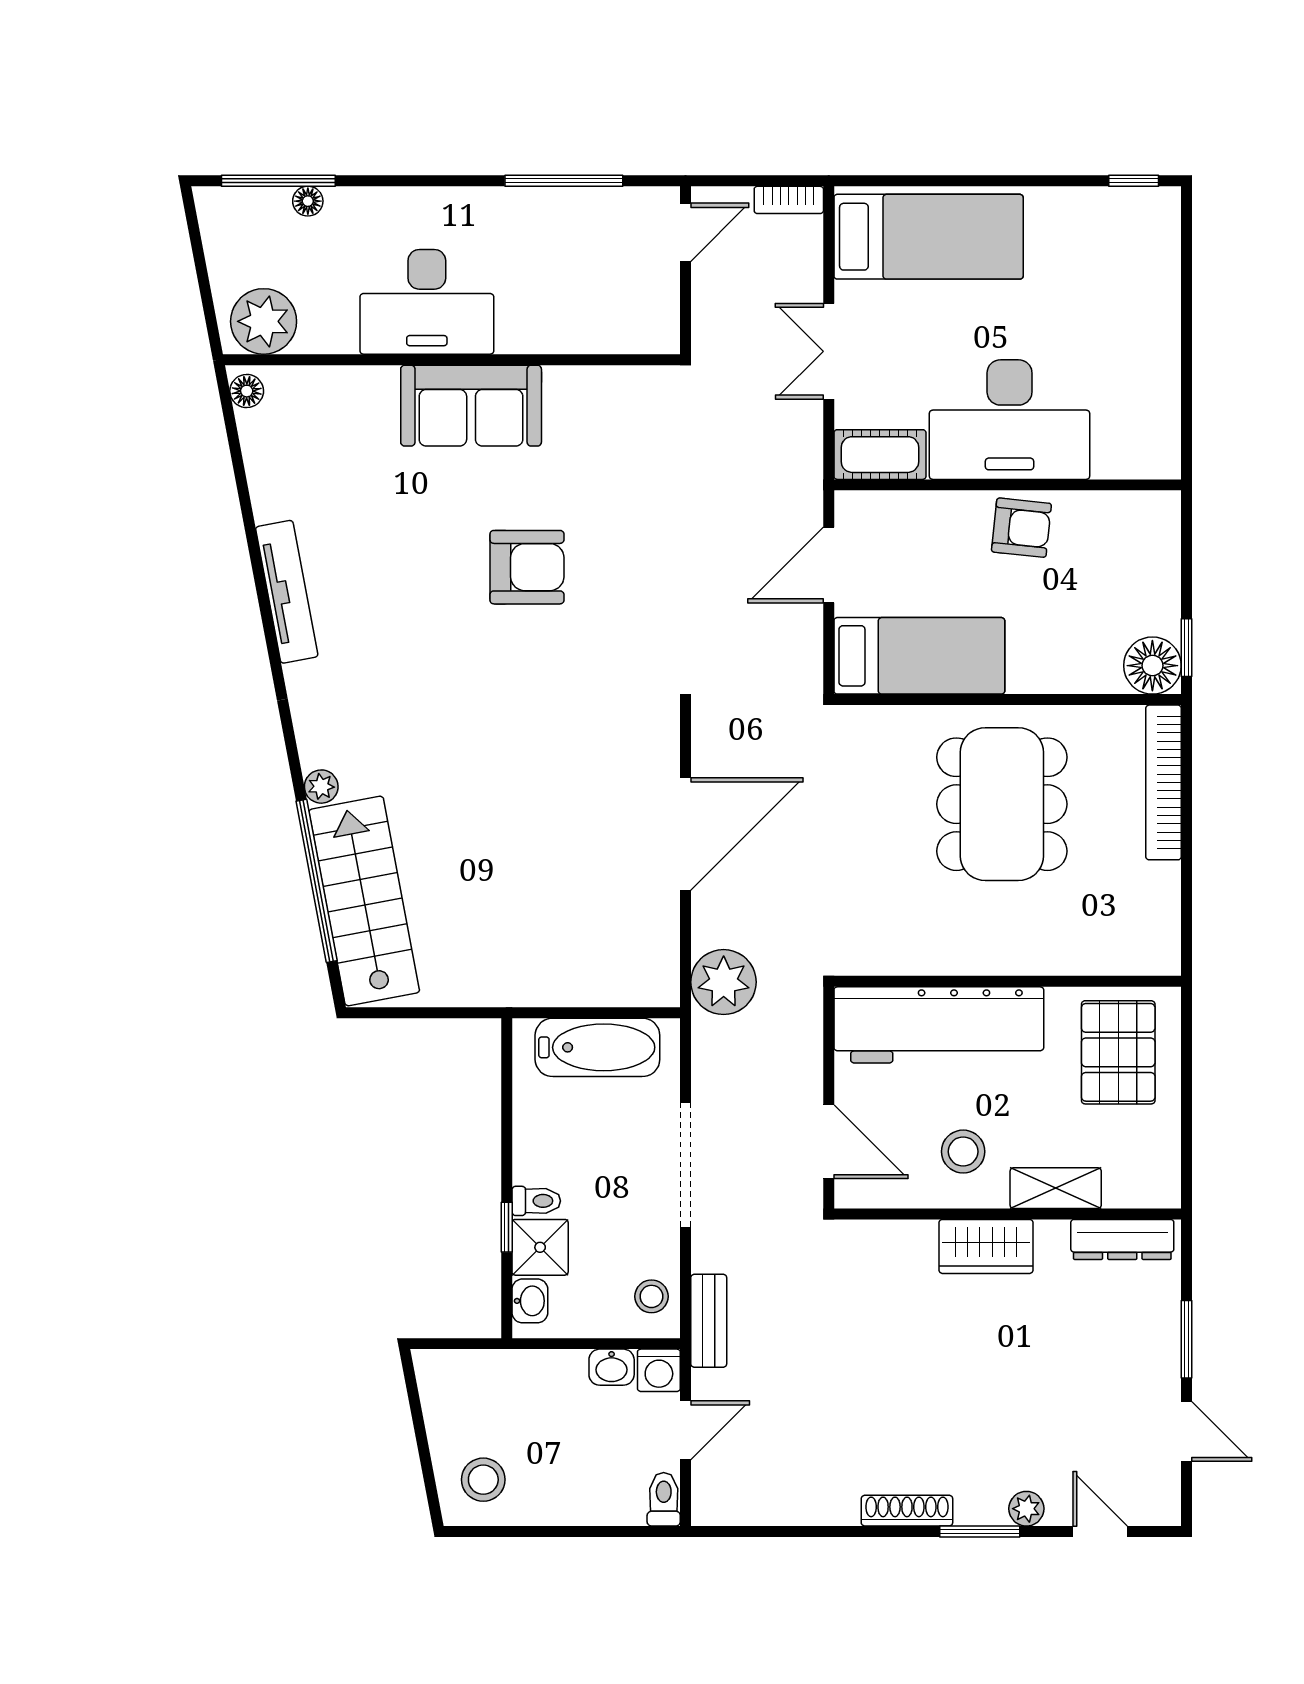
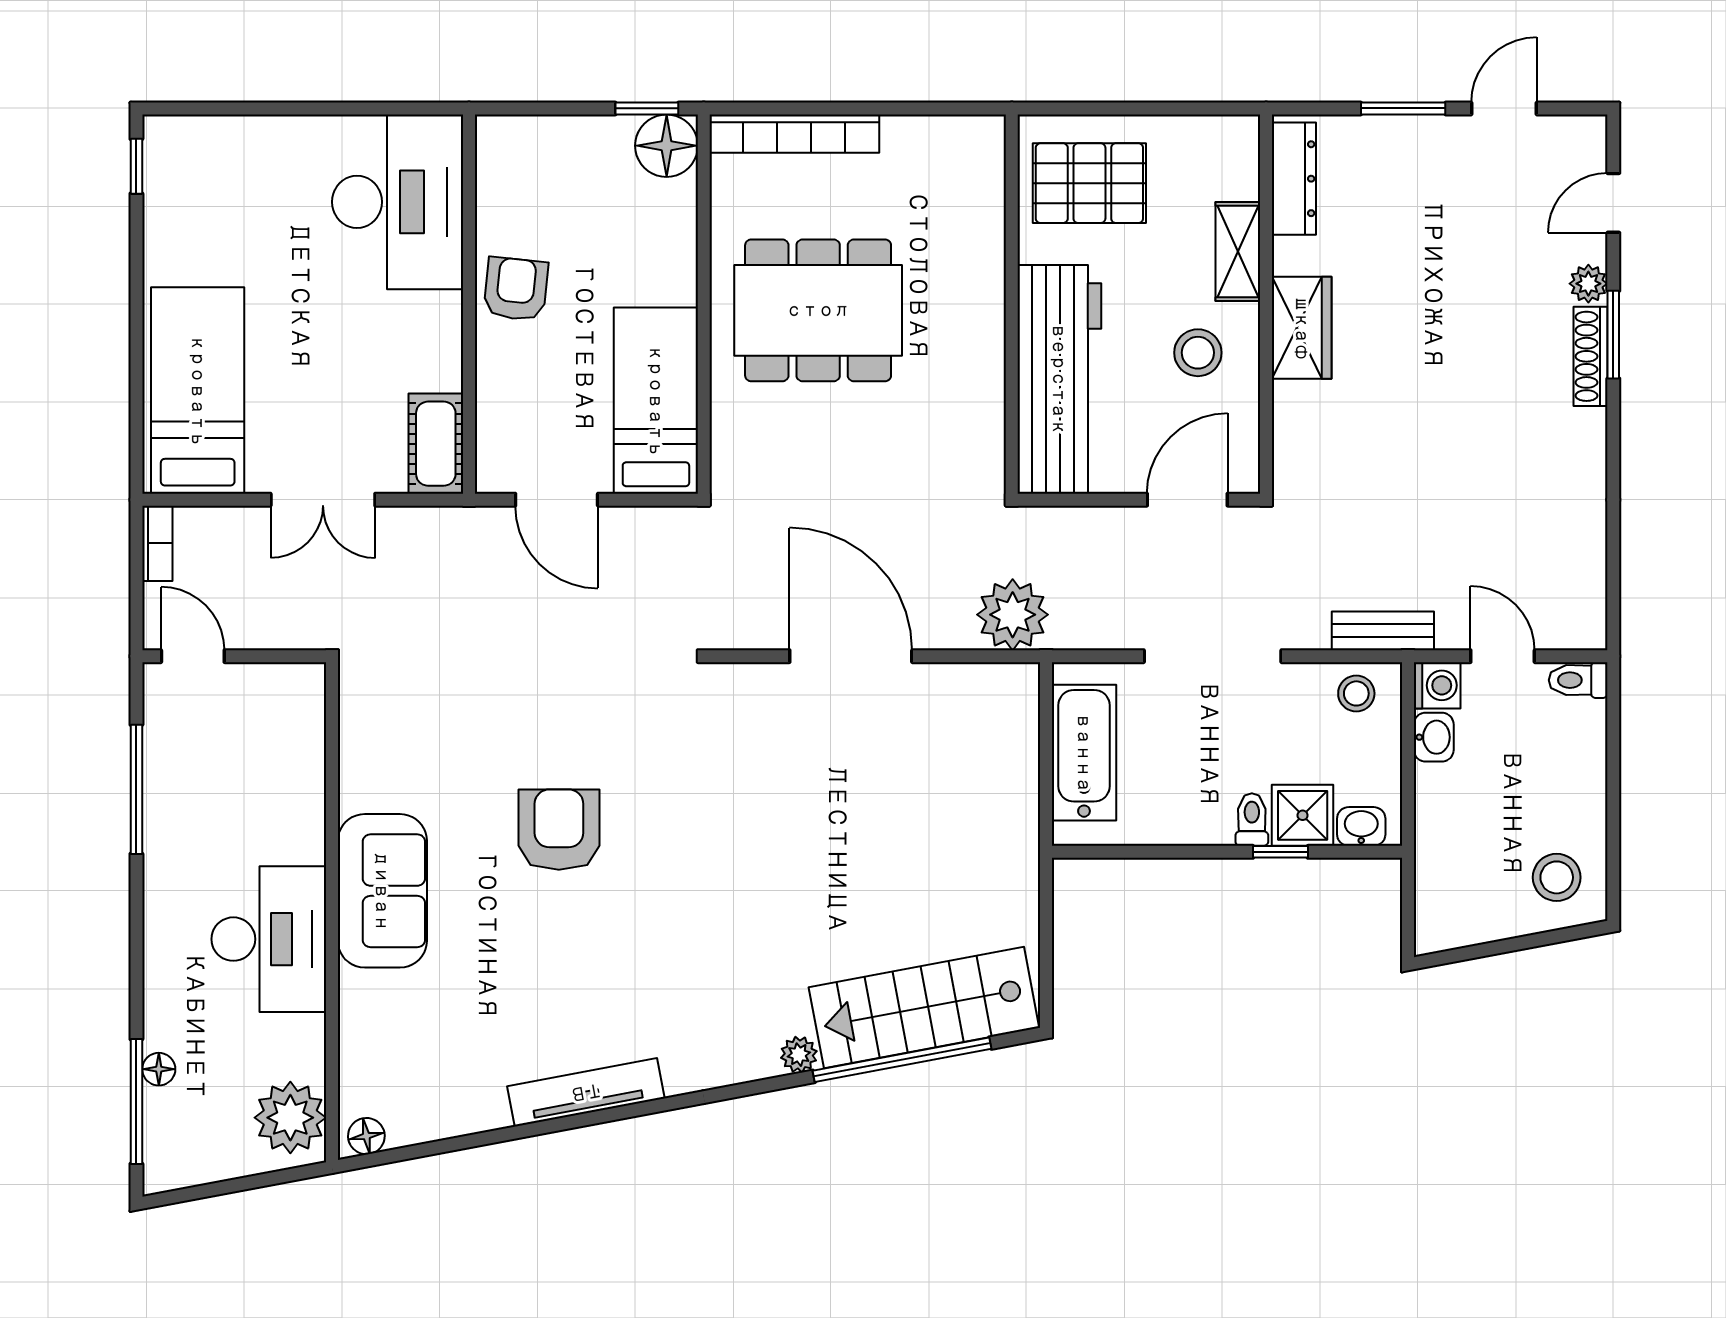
desk: (1010, 420) -> (398, 202), moved
shoe rack: (907, 1511) -> (1591, 356), moved

